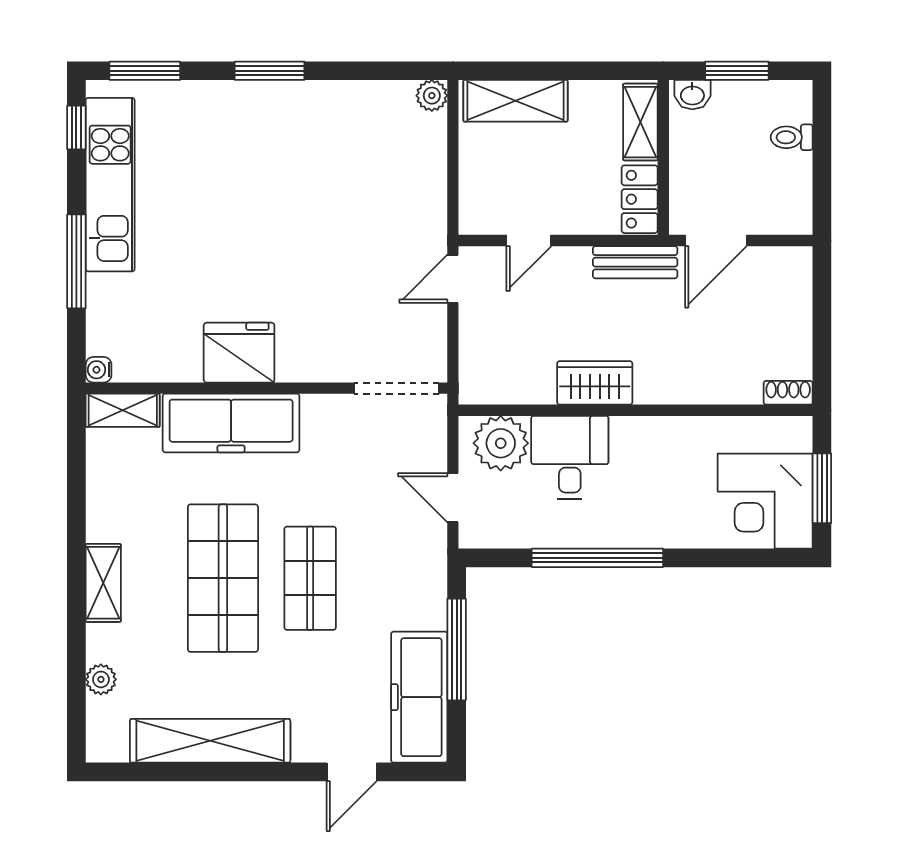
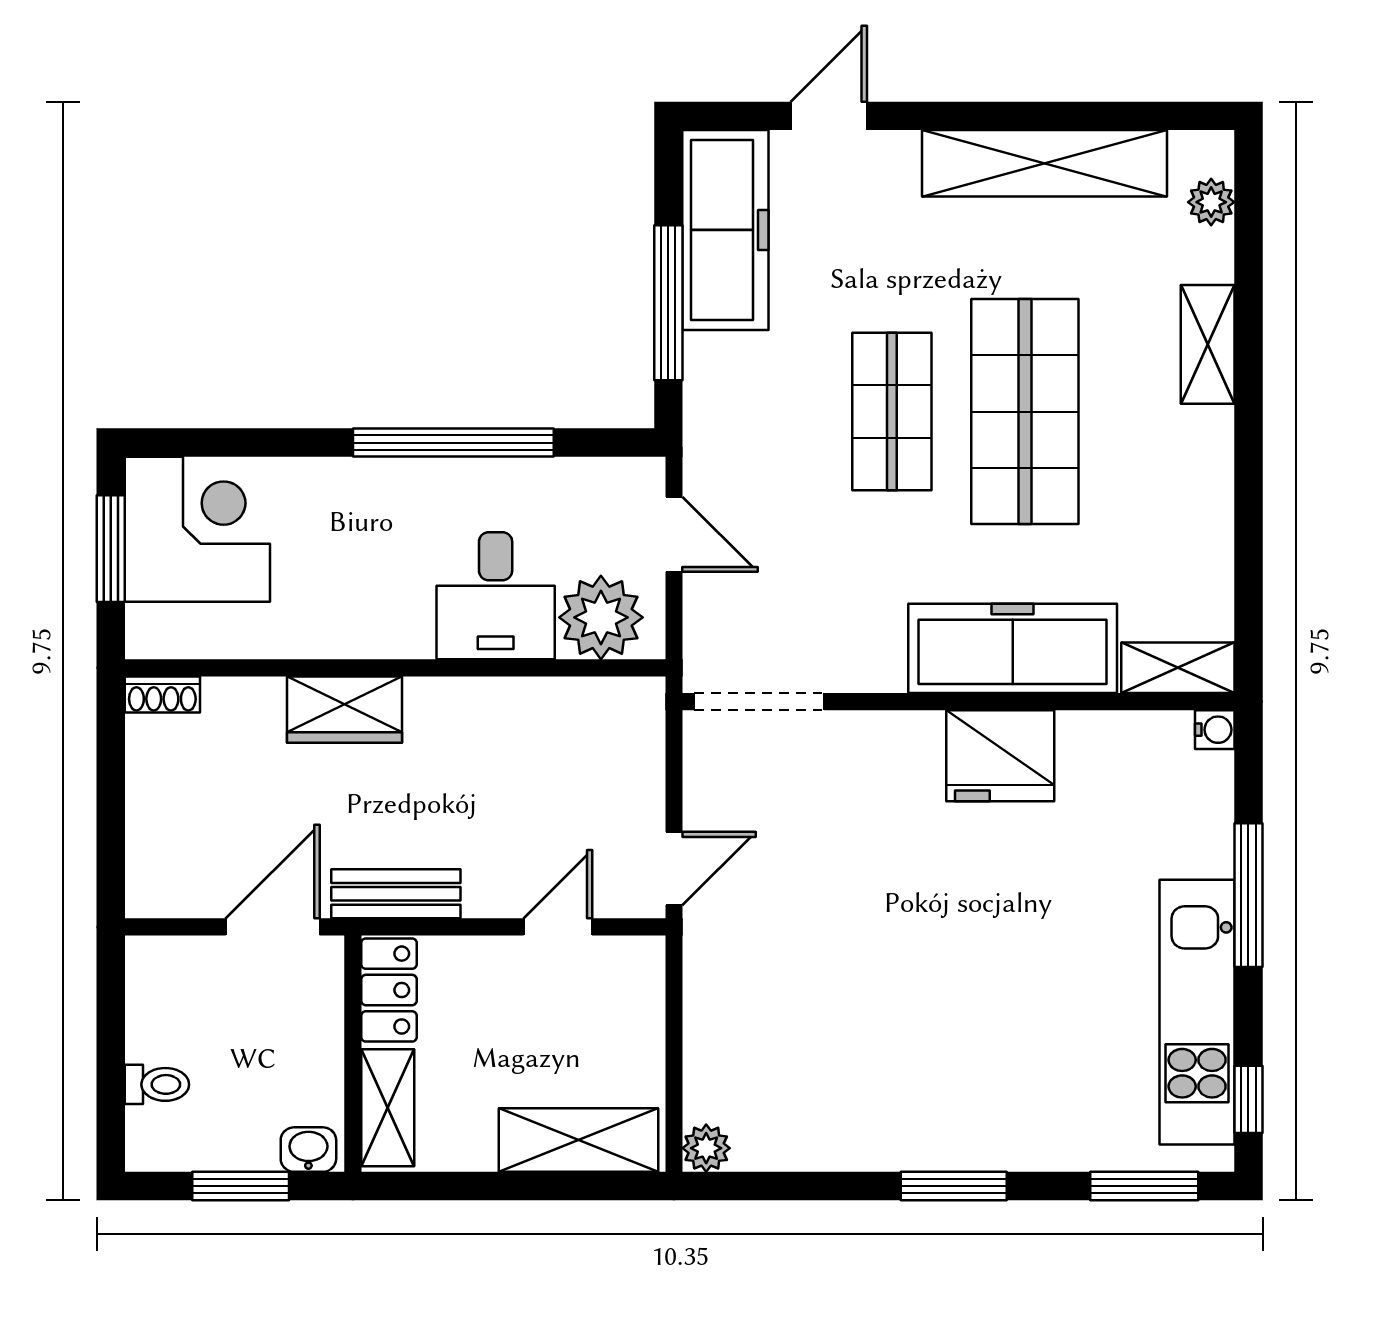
wardrobe: (595, 383) -> (345, 710), moved
shelving: (103, 583) -> (1208, 344), moved
plant: (101, 679) -> (1211, 202), moved

